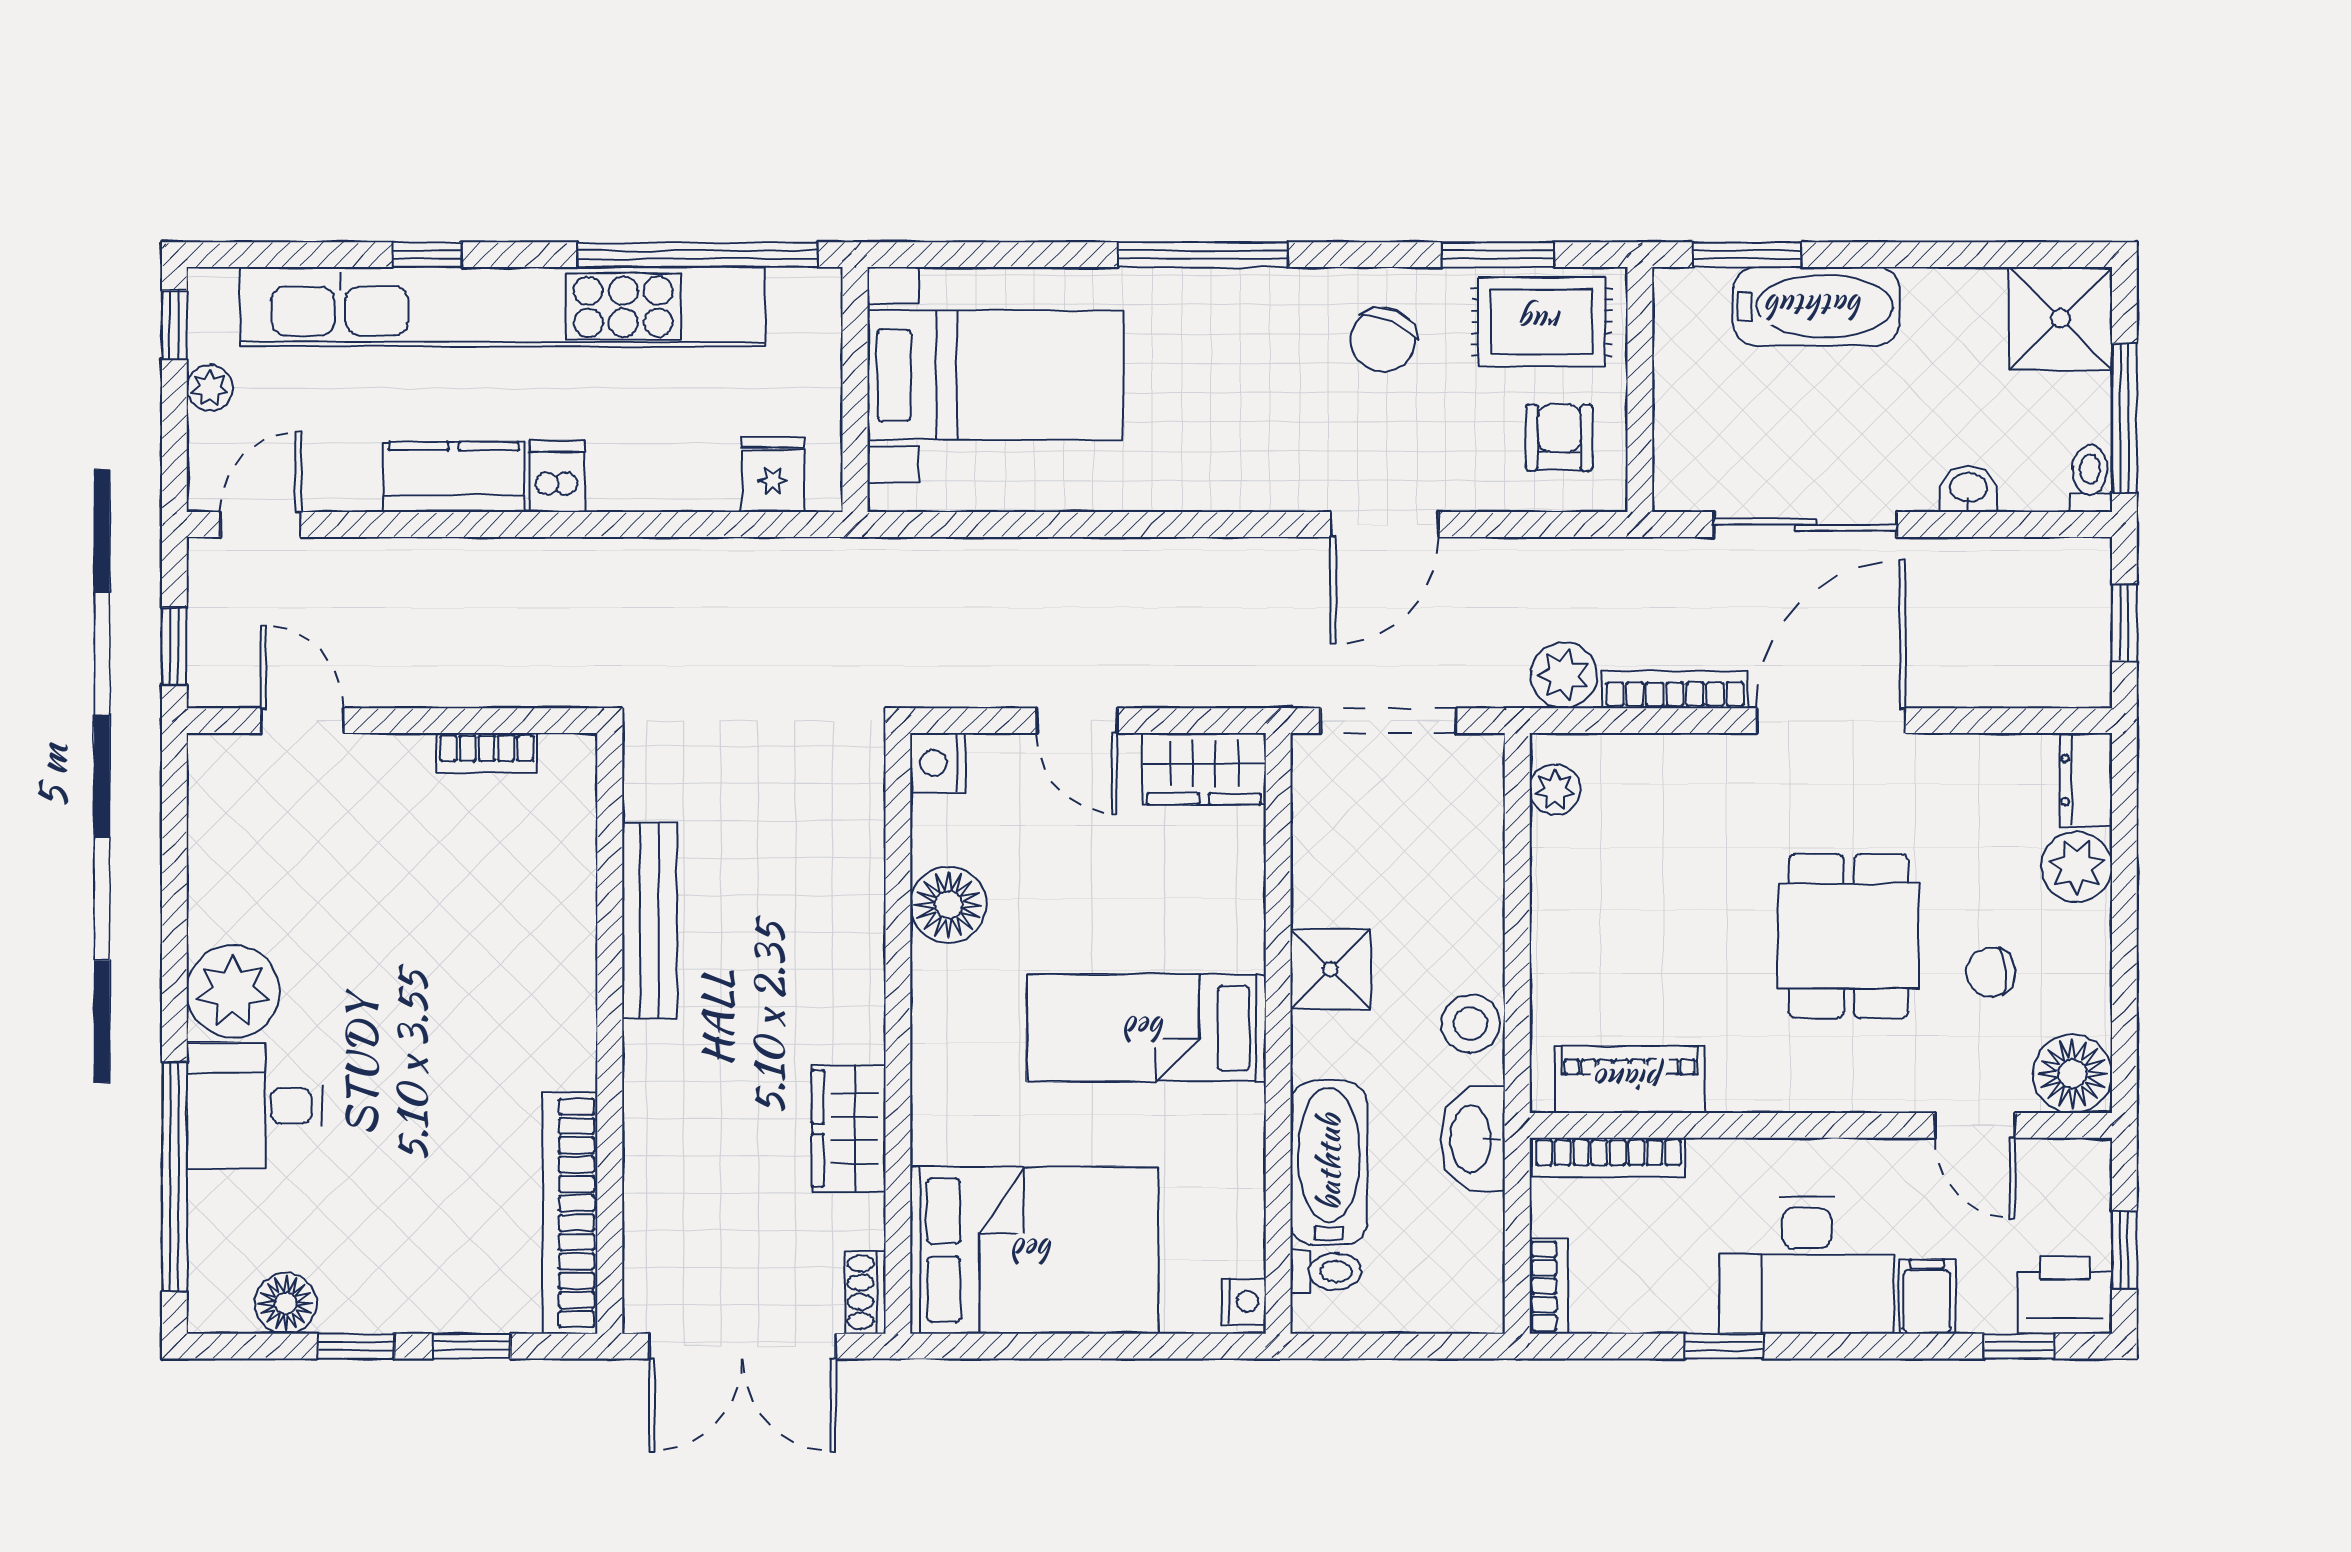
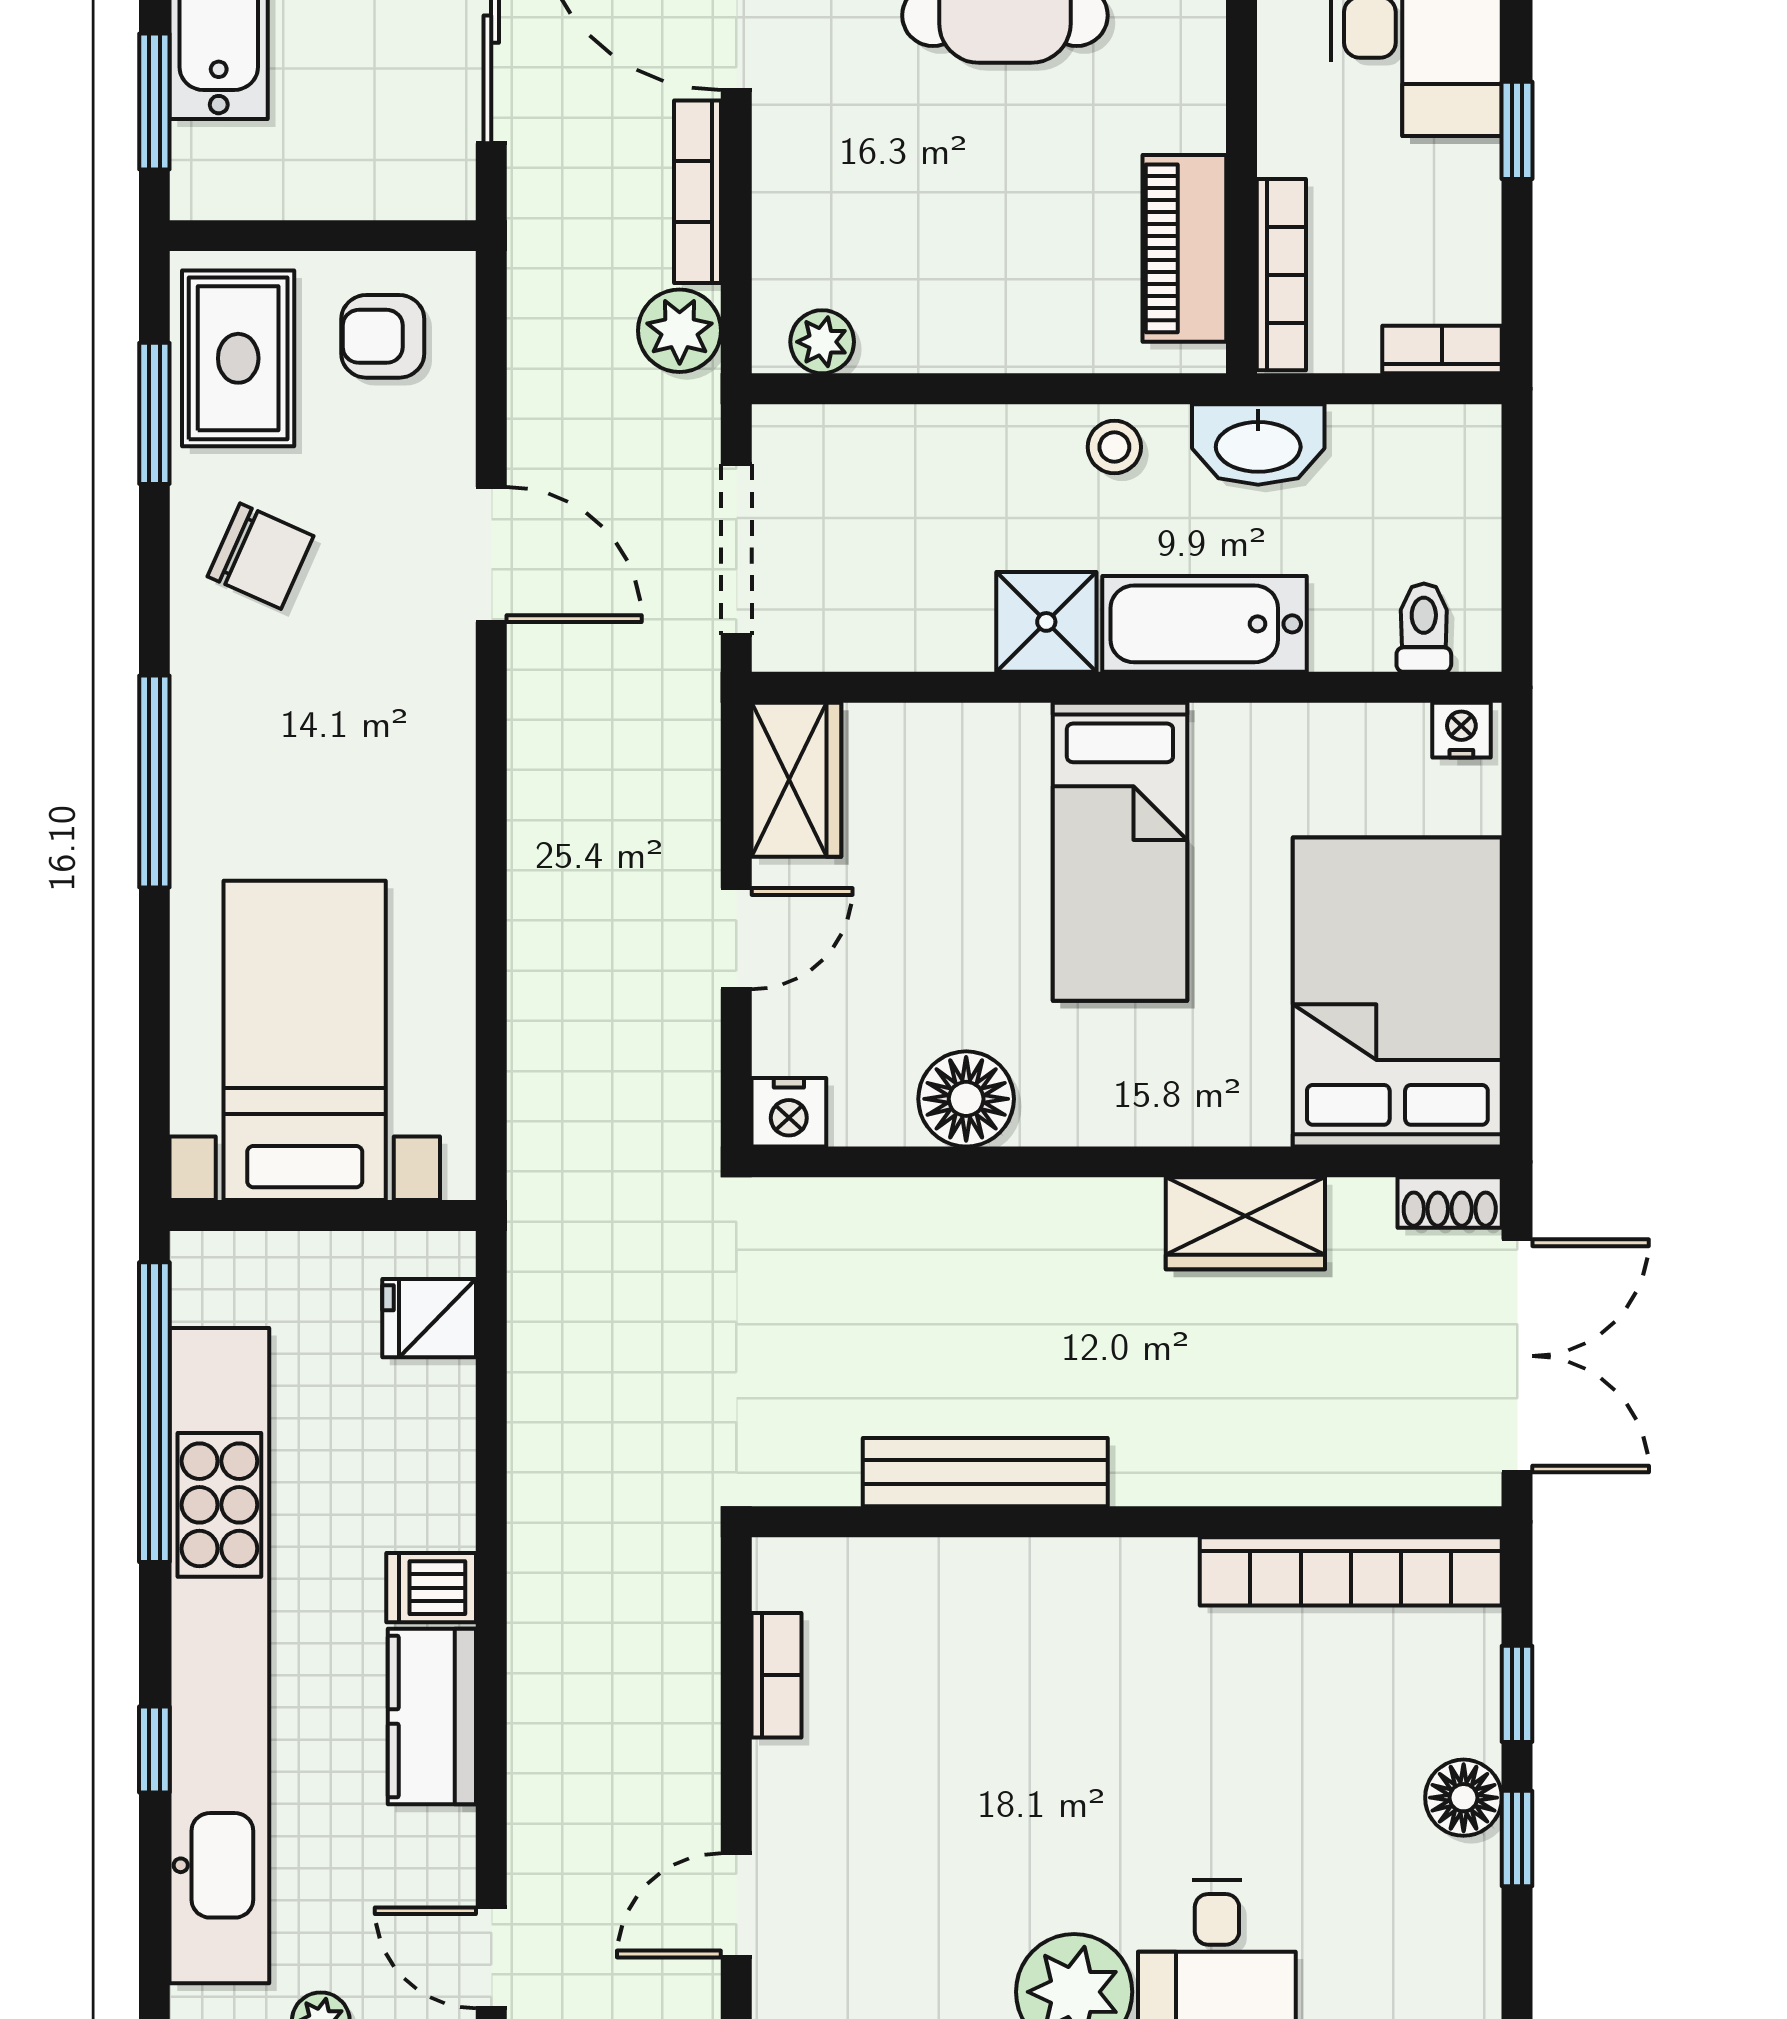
stool: (1471, 1024) -> (1114, 447), width x0.73, depth x0.73
bathtub: (1329, 1163) -> (1204, 624), moved
floor lamp: (286, 1303) -> (1464, 1798), moved

